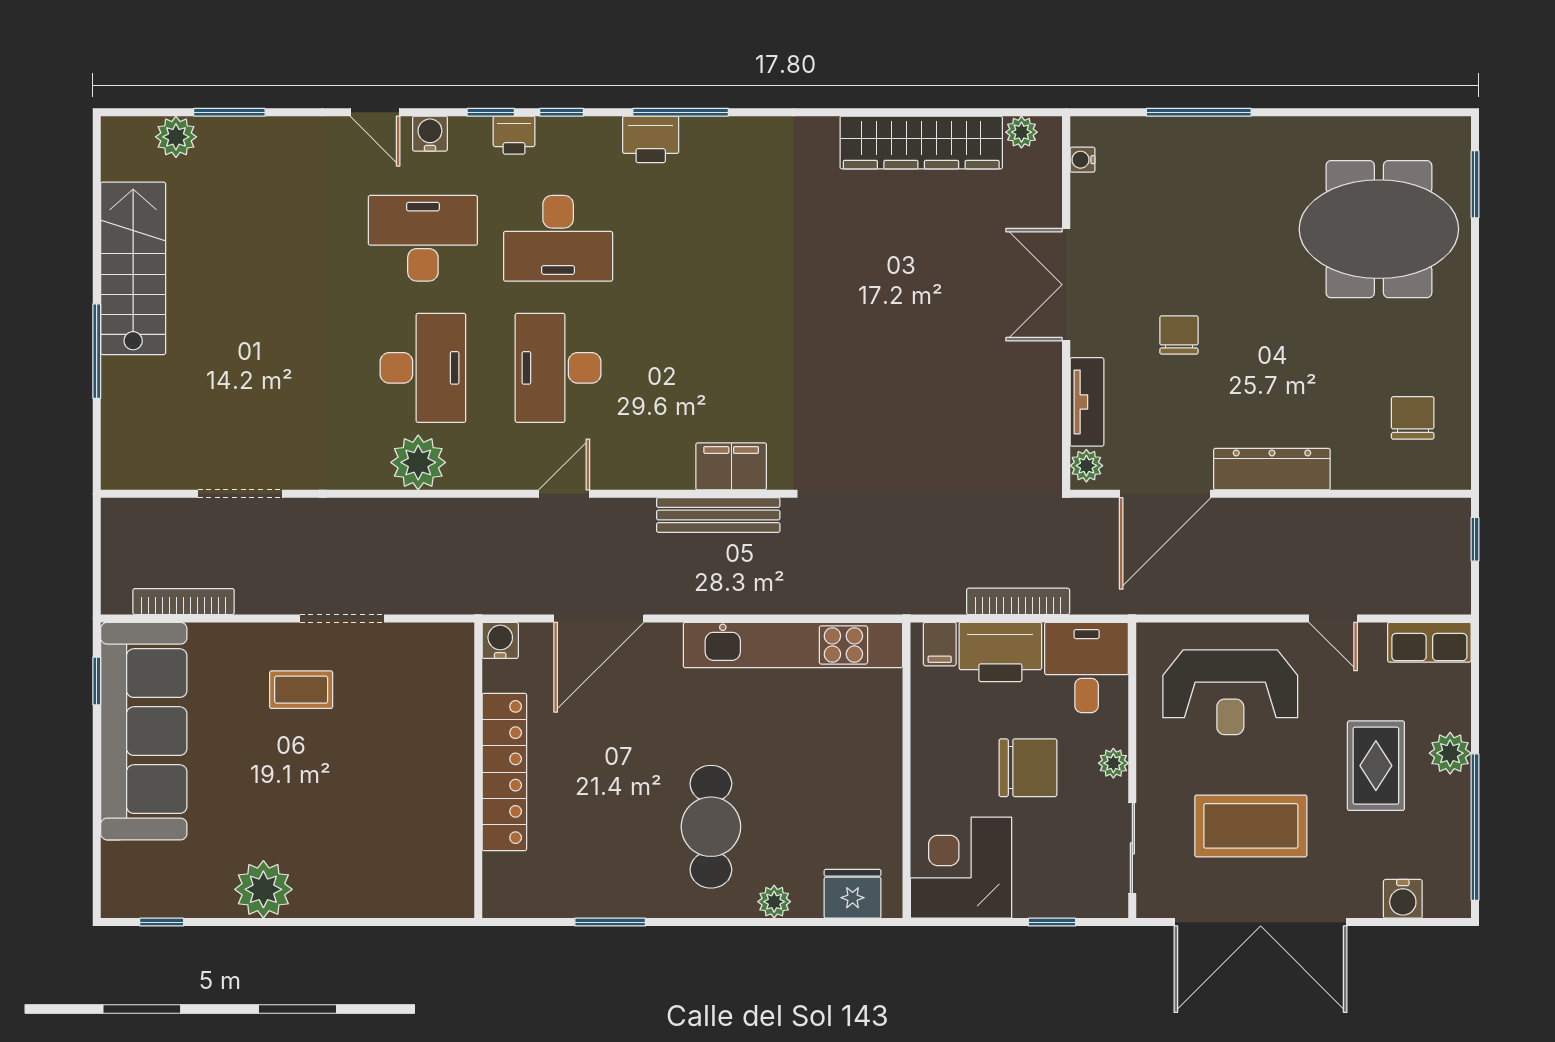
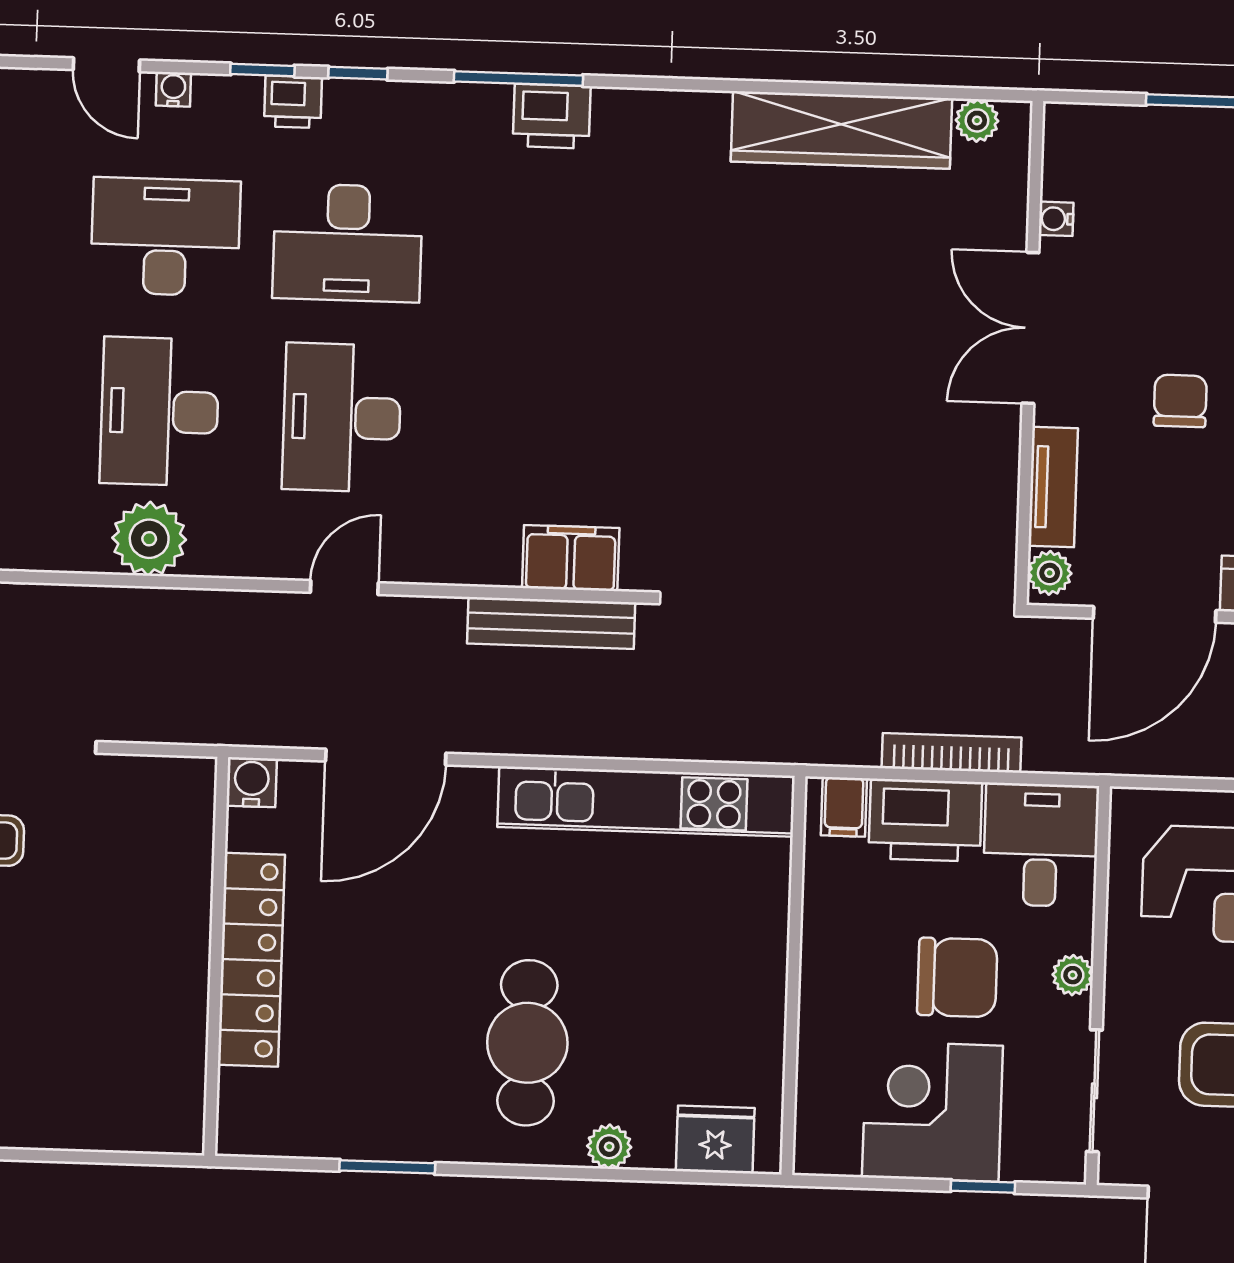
water cooler: (430, 134) -> (173, 89), width x0.72, depth x0.72
printer: (651, 139) -> (552, 116), moved
water cooler: (1082, 160) -> (1056, 219), moved
desk: (423, 368) -> (160, 411), turned 180
corner desk: (961, 868) -> (932, 1111), moved

